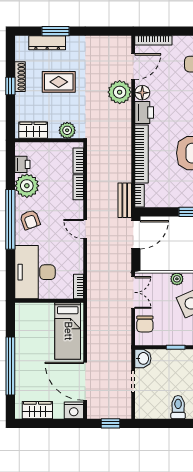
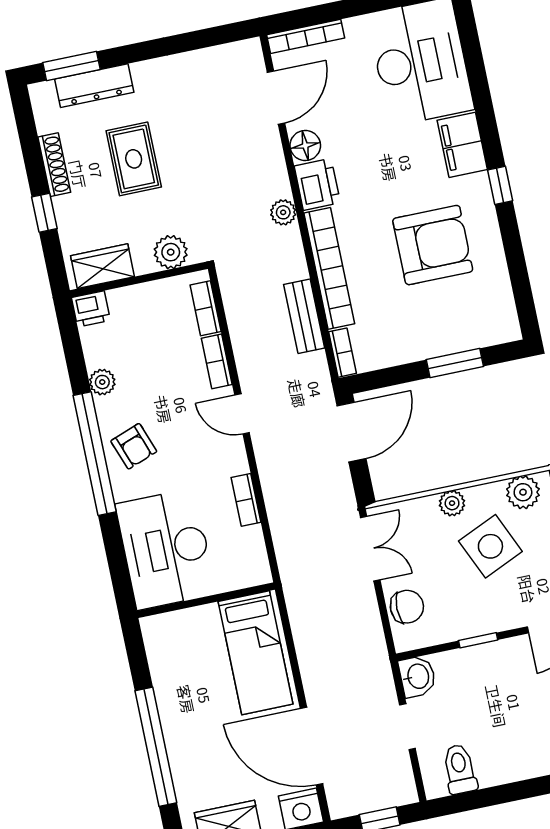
window: (55, 31) -> (71, 66), moved
rug: (59, 82) -> (134, 159), turned 90
window: (10, 86) -> (44, 213), moved
plant: (120, 92) -> (283, 212), moved, width x0.53, depth x0.53
printer: (22, 164) -> (91, 309), moved, turned 90
plant: (27, 186) -> (102, 382), width x0.53, depth x0.53
bench: (125, 200) -> (304, 316), moved
door: (85, 229) -> (242, 414), moved
bookcase: (78, 287) -> (246, 500), moved
chair: (145, 324) -> (407, 607), turned -90
toilet: (178, 407) -> (460, 769), moved

